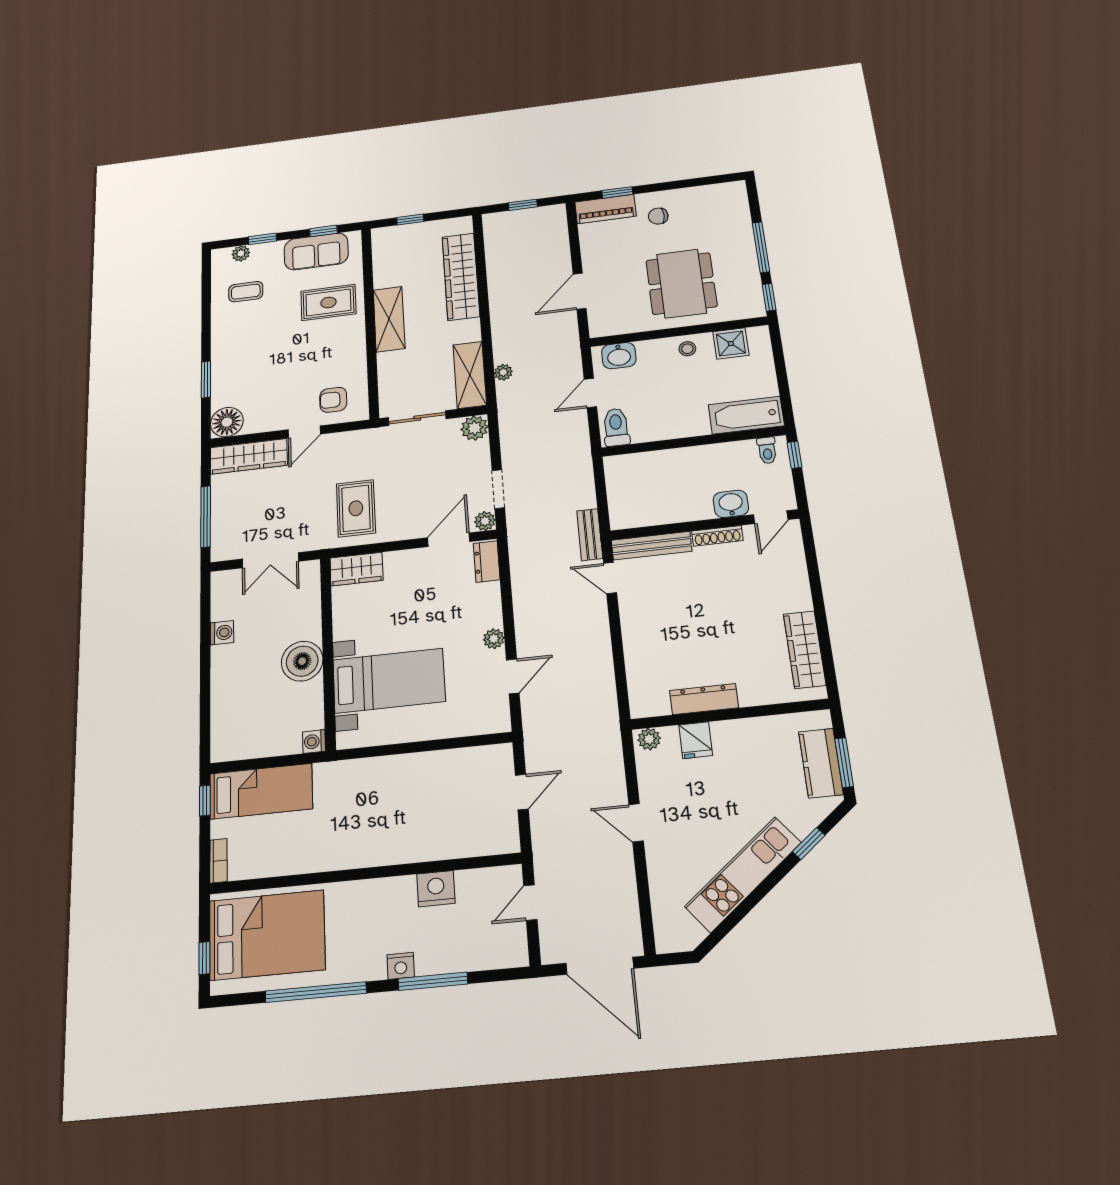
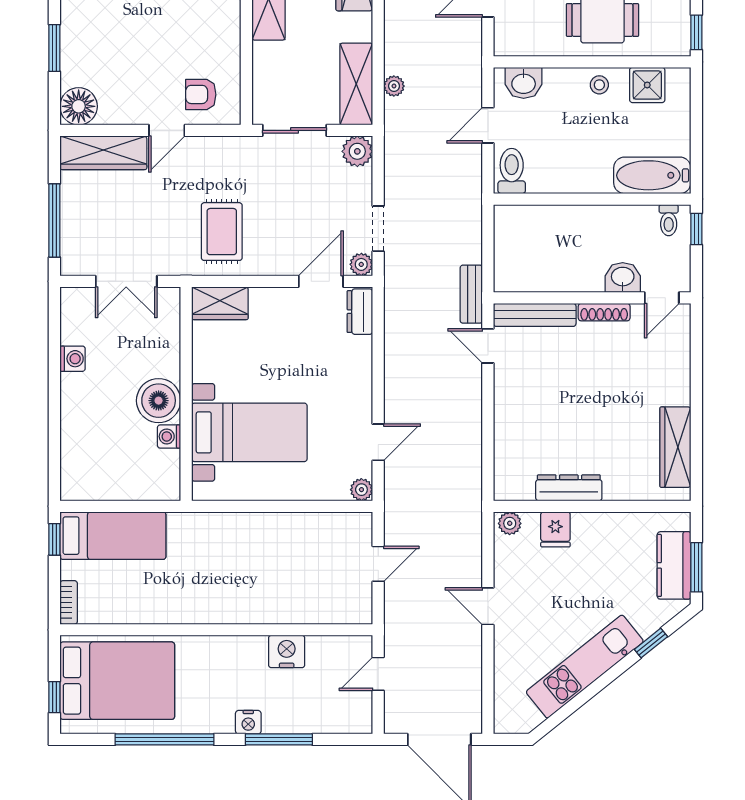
plant: (494, 639) -> (361, 490), moved
washing machine: (314, 742) -> (169, 436), moved

